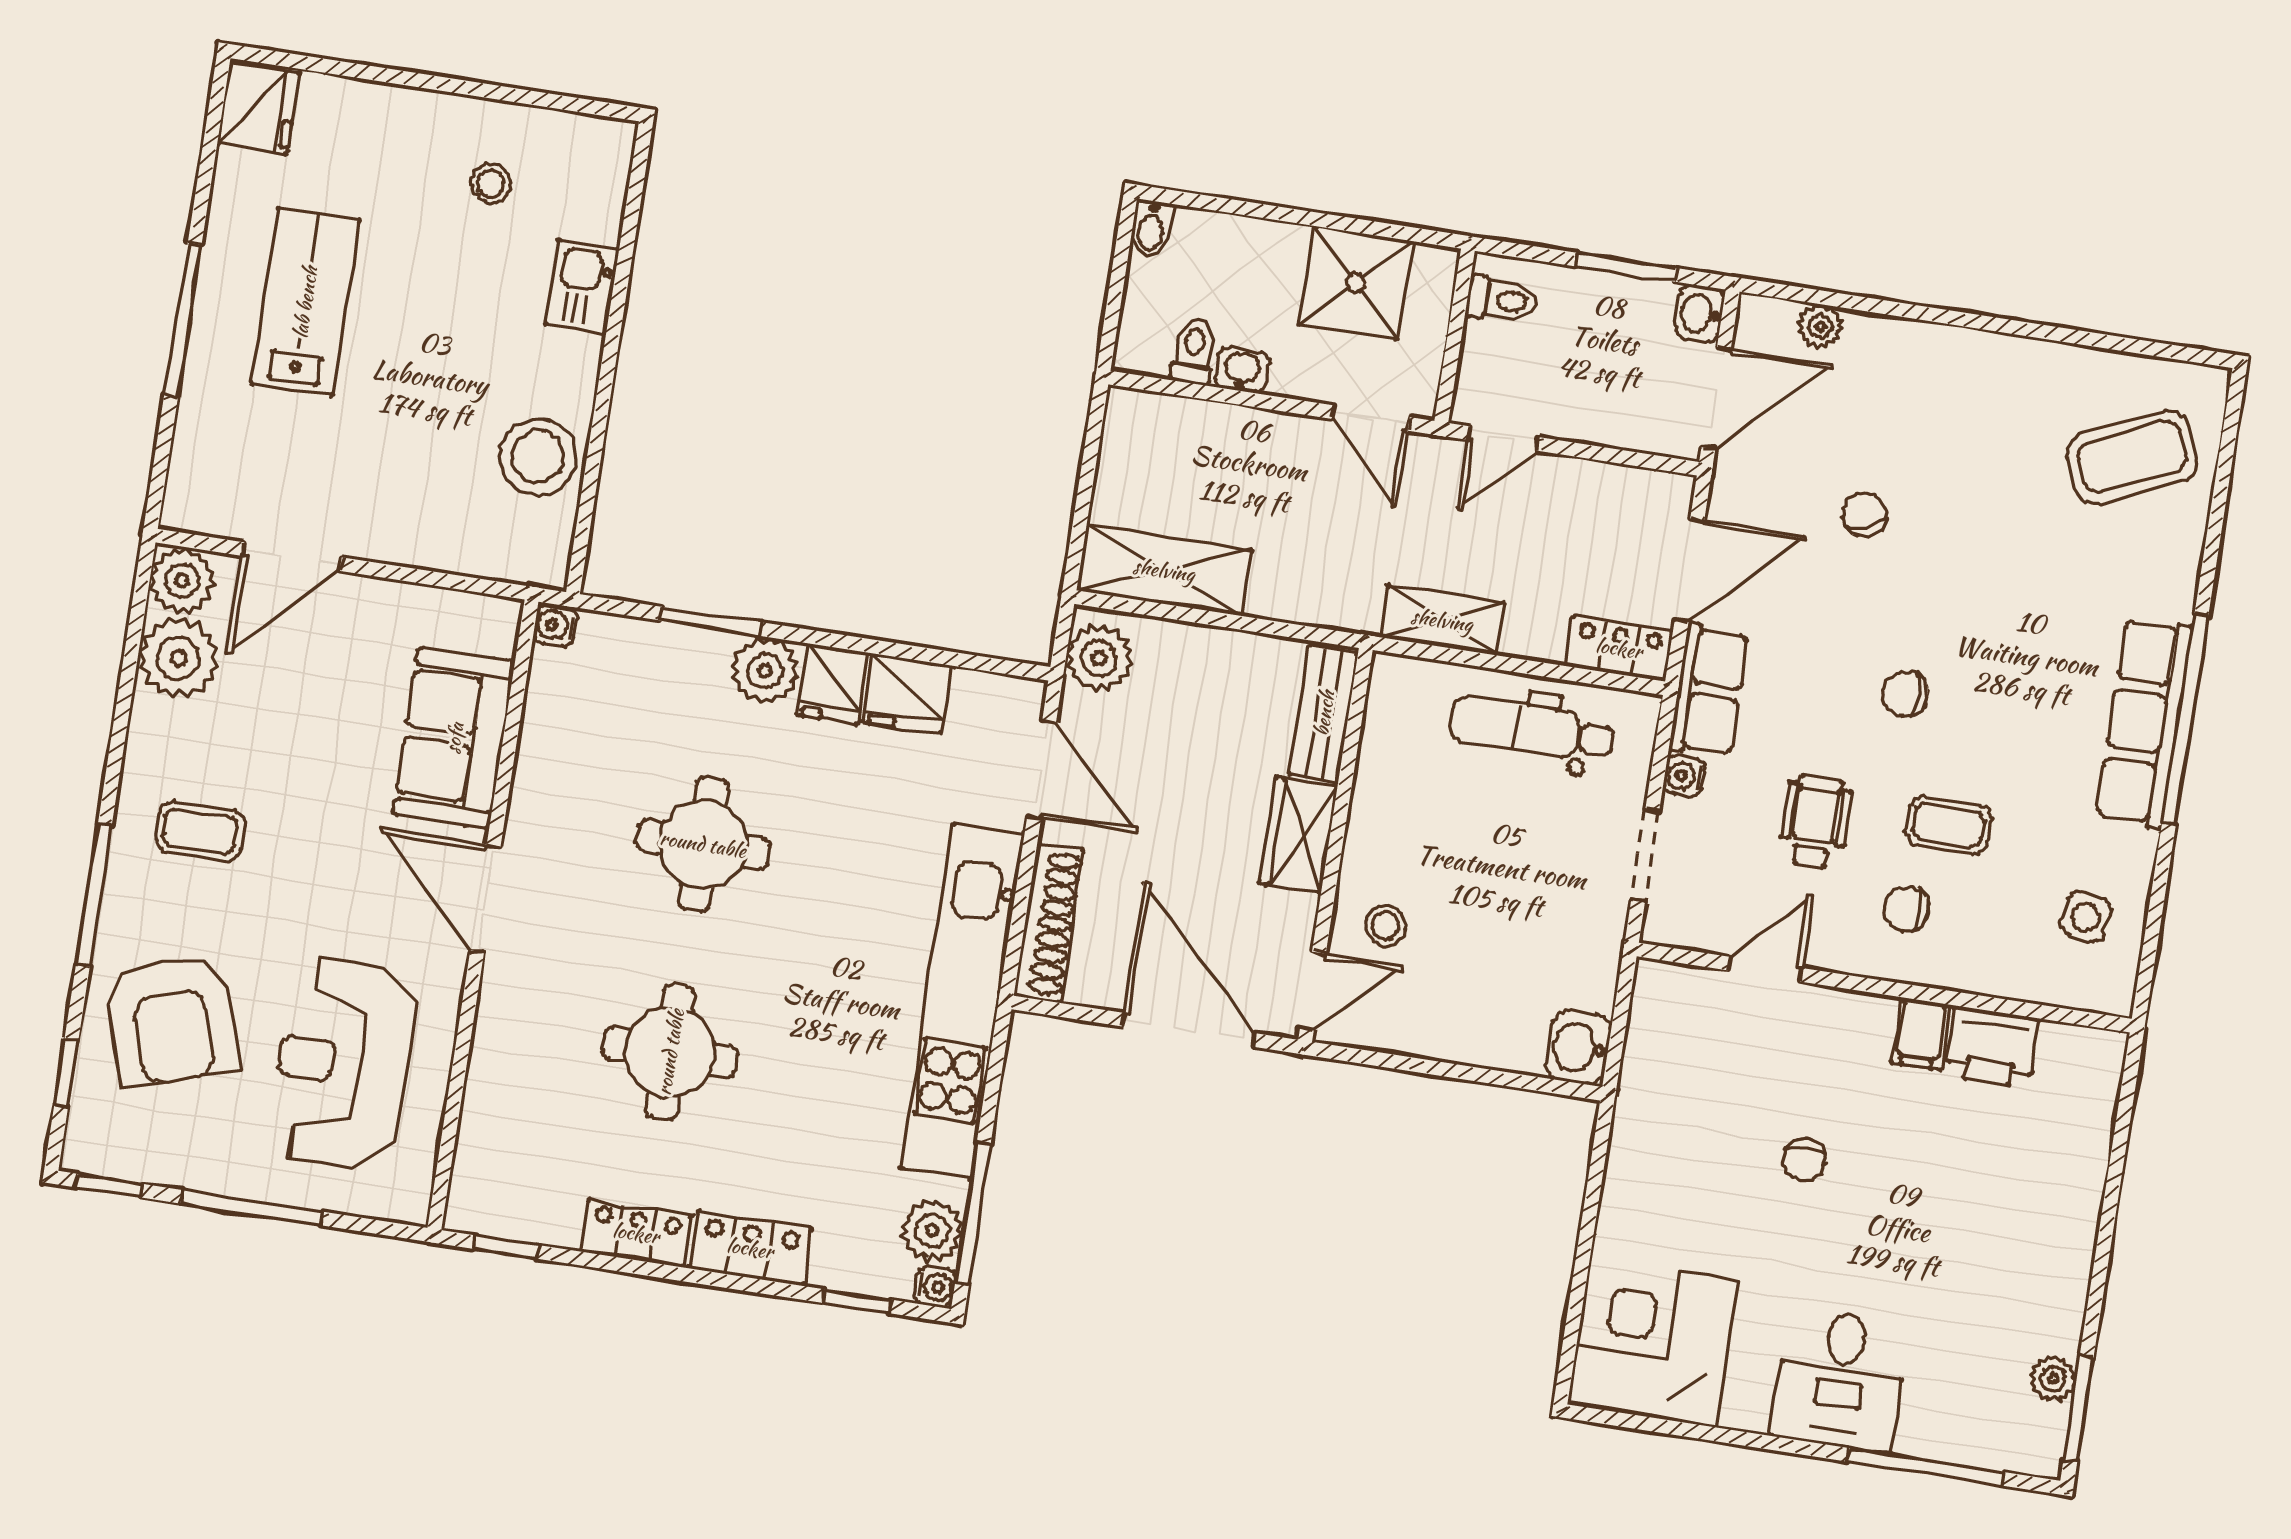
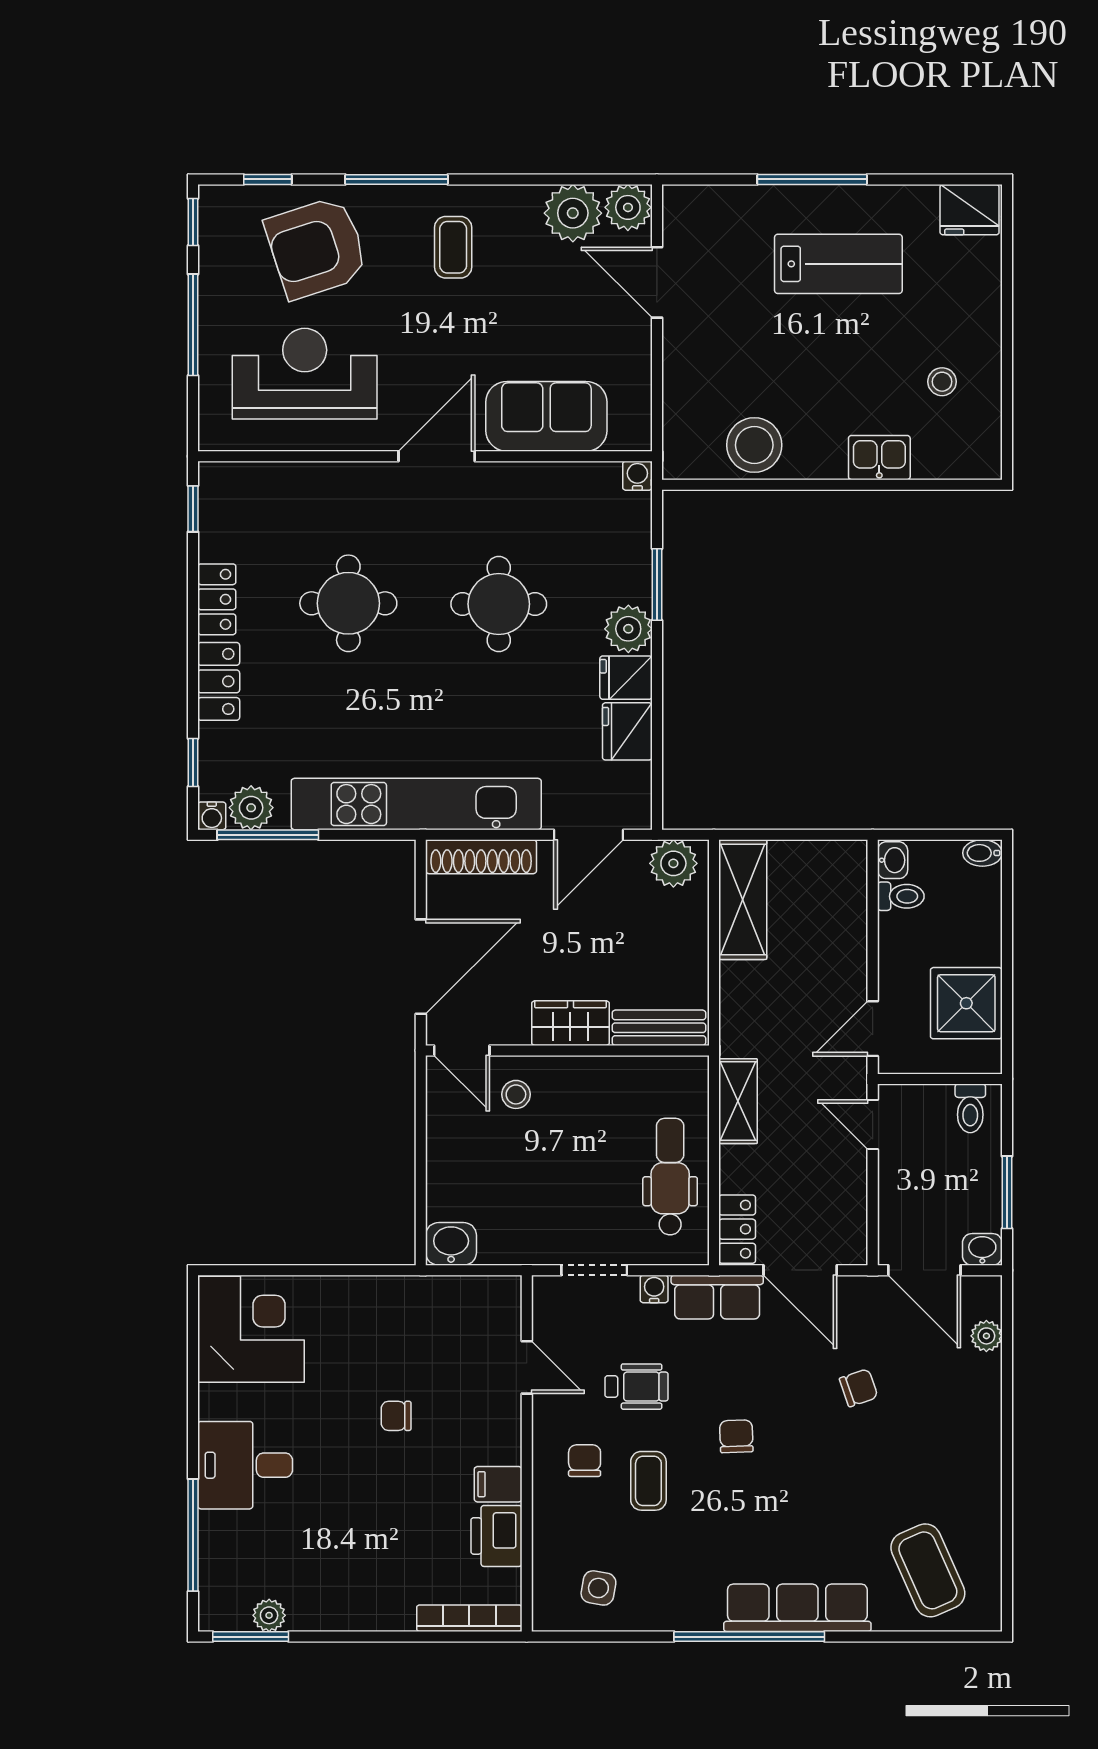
washbasin: (1242, 370) -> (893, 860), moved
row of seats: (2144, 722) -> (797, 1608), moved
bookcase: (2100, 1102) -> (469, 1618), added

